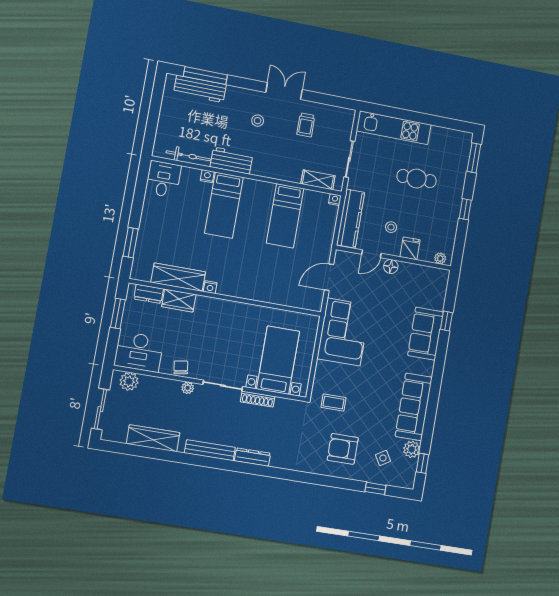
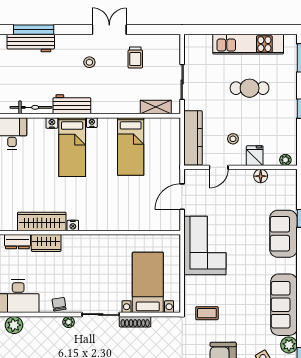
kitchen unit: (394, 128) -> (248, 44), moved
nightstand: (335, 200) -> (92, 123), moved
floor lamp: (391, 266) -> (261, 176), moved

